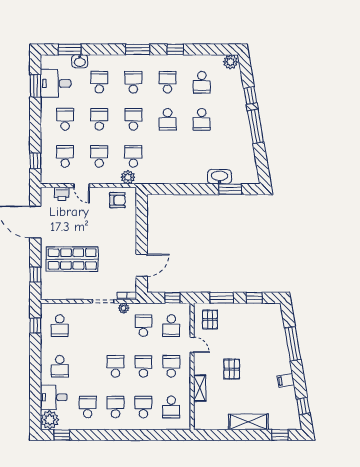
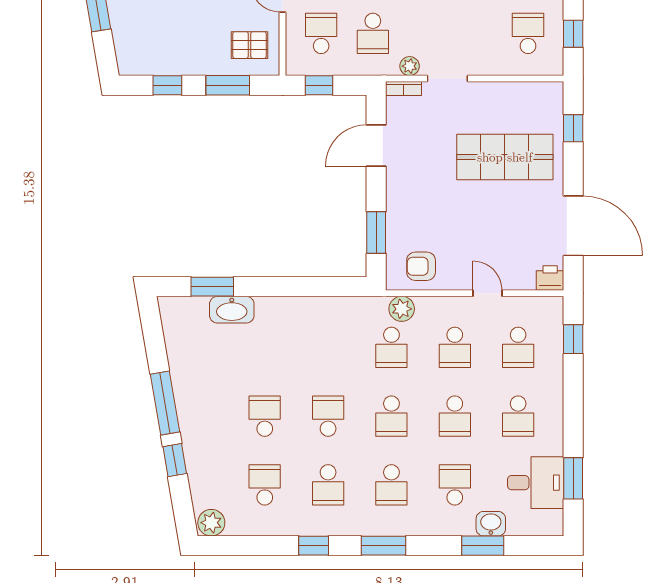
window: (70, 49) -> (483, 546), moved
school desk: (99, 82) -> (455, 485), turned 180
printer: (62, 194) -> (550, 278), moved
window: (142, 218) -> (376, 233), added
pallet: (210, 319) -> (250, 45), turned 90

